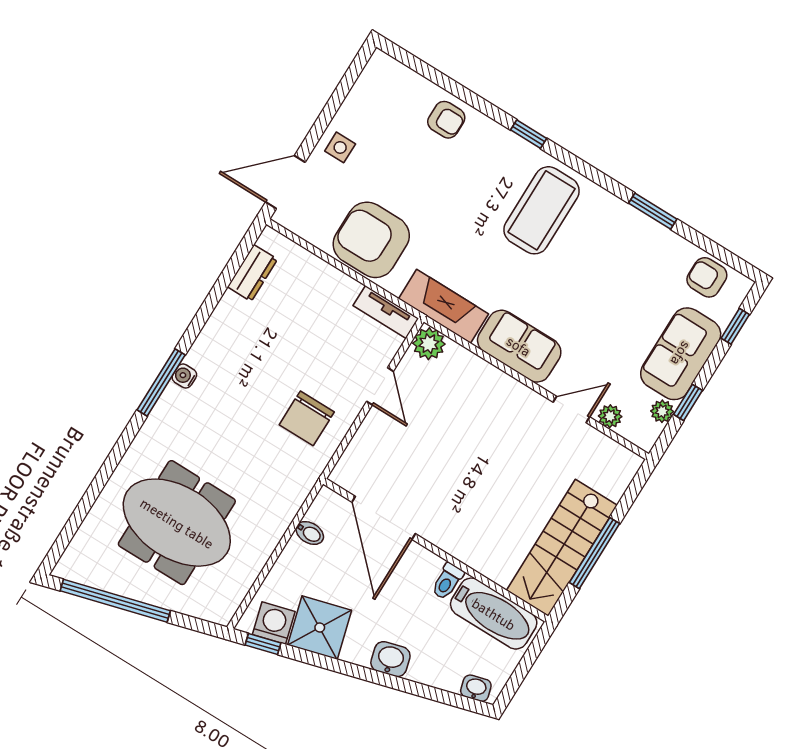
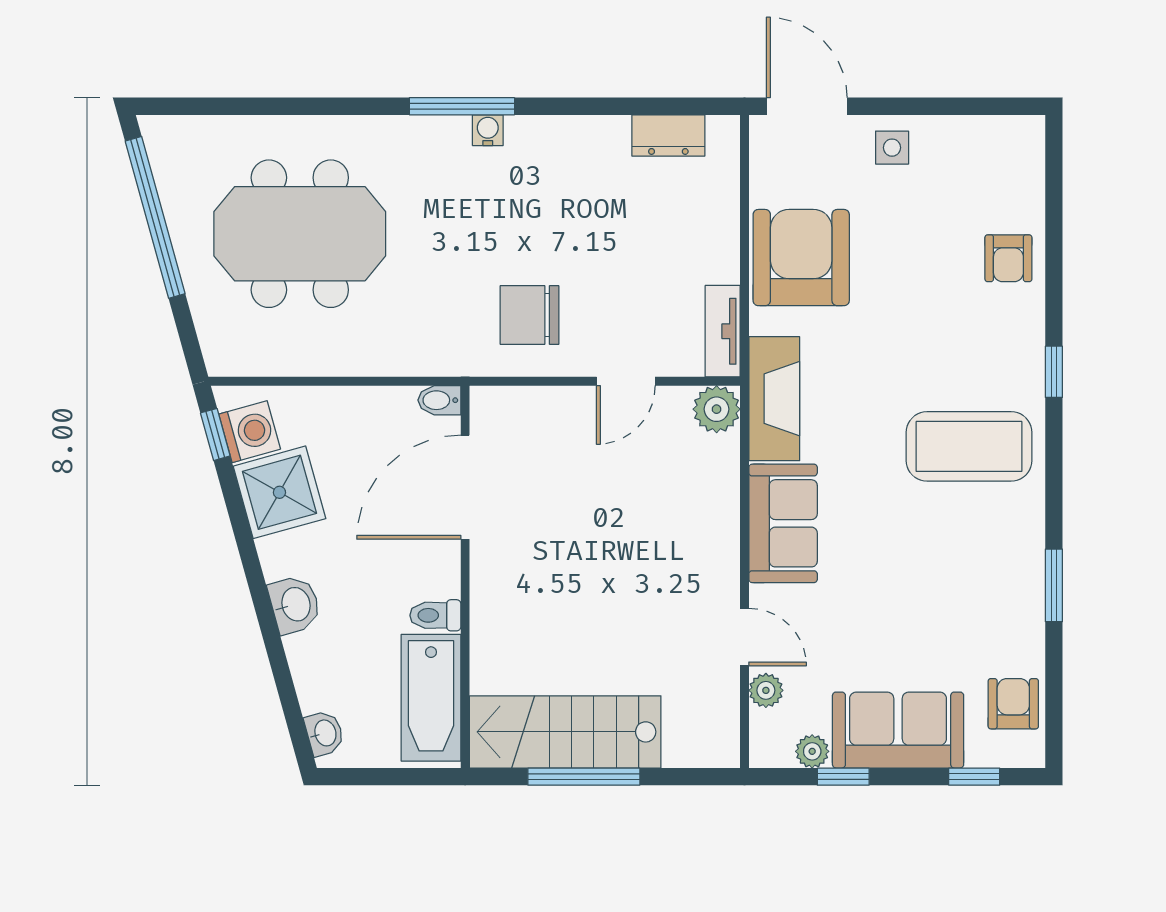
meeting table: (177, 523) -> (300, 234), turned 90
bidet: (310, 533) -> (439, 400), moved, turned 90

